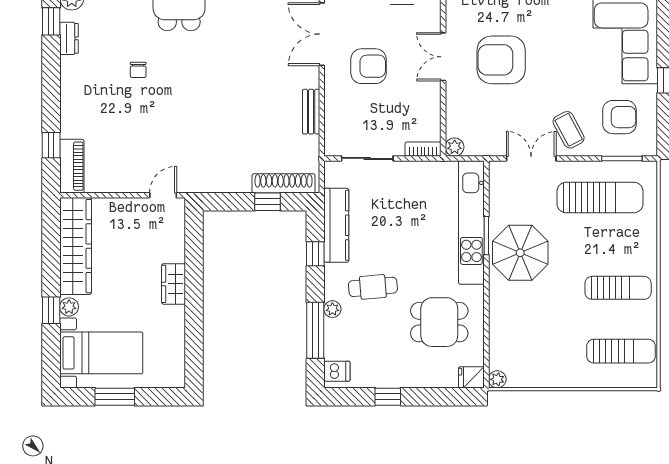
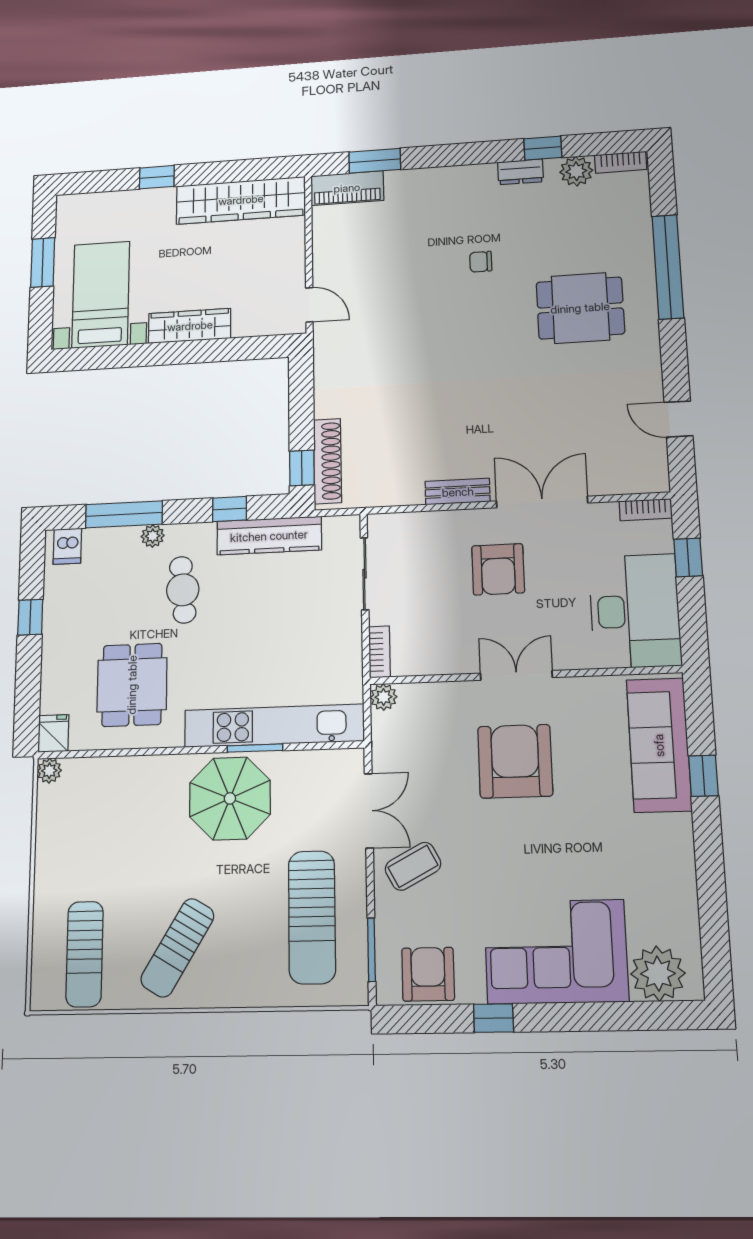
bench: (311, 112) -> (458, 492), moved
armchair: (619, 117) -> (428, 974), moved, turned 180
window: (51, 145) -> (375, 161), width x1.50
window: (267, 202) -> (302, 468), moved
wardrobe: (174, 284) -> (190, 326), width x1.50
sun lounger: (618, 288) -> (178, 948), turned 31
plant: (69, 307) -> (161, 198), removed
bed with nightstands: (101, 353) -> (101, 294), moved, turned 180

